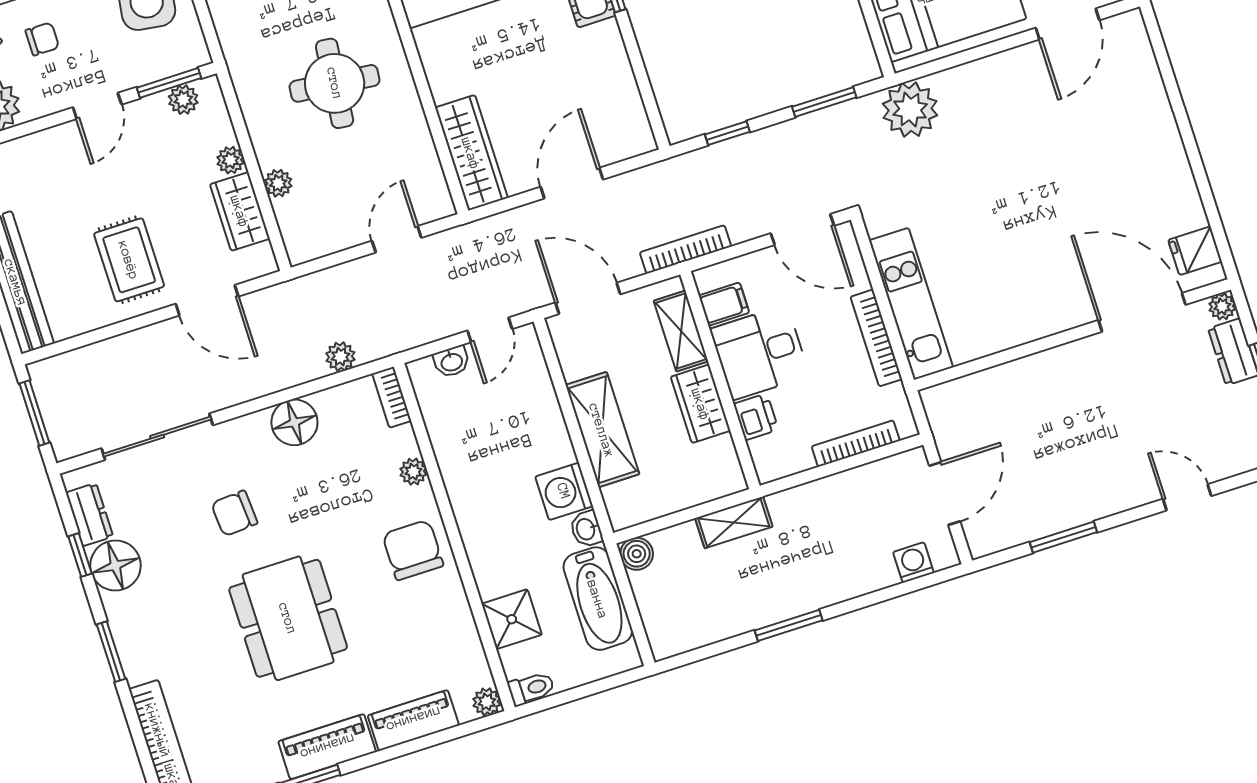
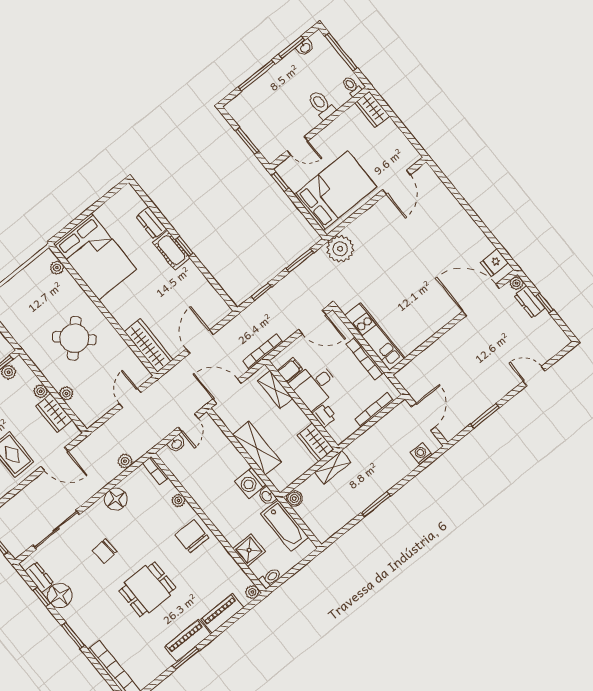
round table: (335, 83) -> (74, 338), turned 38
wardrobe: (701, 404) -> (316, 442), moved
dining table: (288, 618) -> (147, 589), width x0.73

